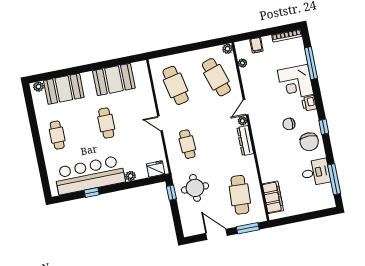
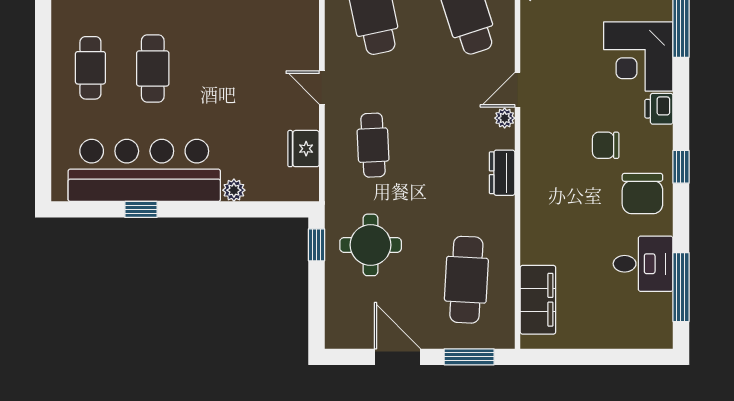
cafe table: (106, 123) -> (153, 68), moved
dresser: (245, 141) -> (502, 173), width x0.70
fridge: (156, 169) -> (304, 149), moved, turned -90

